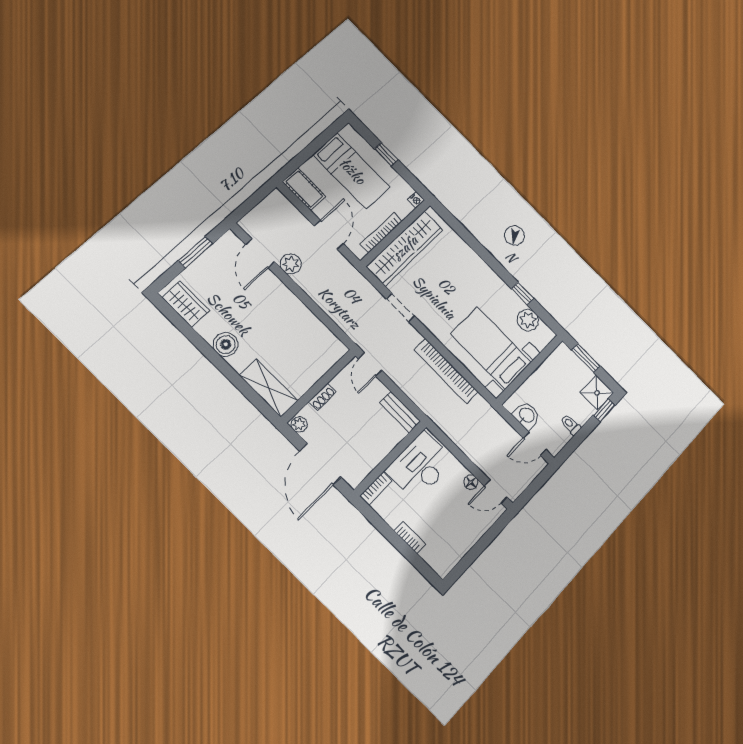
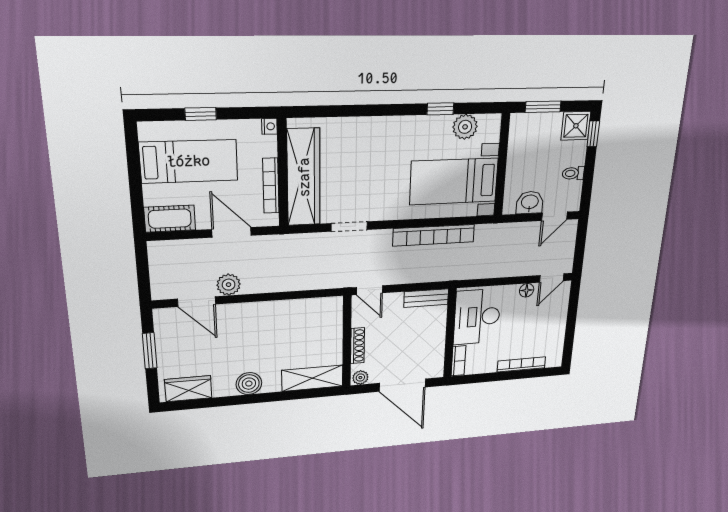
shoe rack: (322, 397) -> (358, 346), width x1.43
bookcase: (410, 537) -> (521, 364), width x1.56

